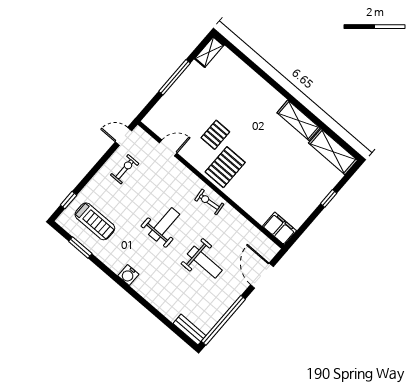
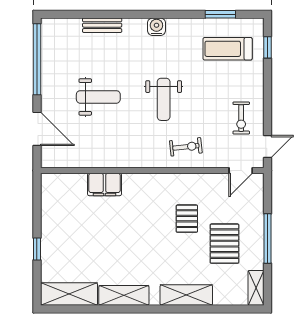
shelving: (258, 86) -> (186, 295), added
door: (168, 148) -> (241, 171), moved
pallet: (225, 167) -> (224, 244), moved
exercise bike: (209, 202) -> (186, 147), moved
filing cabinet: (280, 229) -> (104, 184), moved
weight bench: (205, 262) -> (98, 97), turned 180
bench: (190, 330) -> (102, 25), moved

